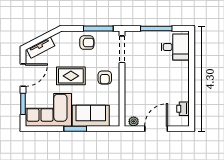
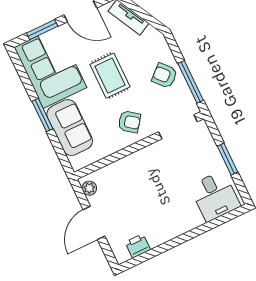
window: (156, 28) -> (228, 159), width x0.69
armchair: (87, 43) -> (165, 76), turned 138
armchair: (105, 78) -> (129, 122), turned -143
door: (156, 129) -> (94, 223), swing flipped

